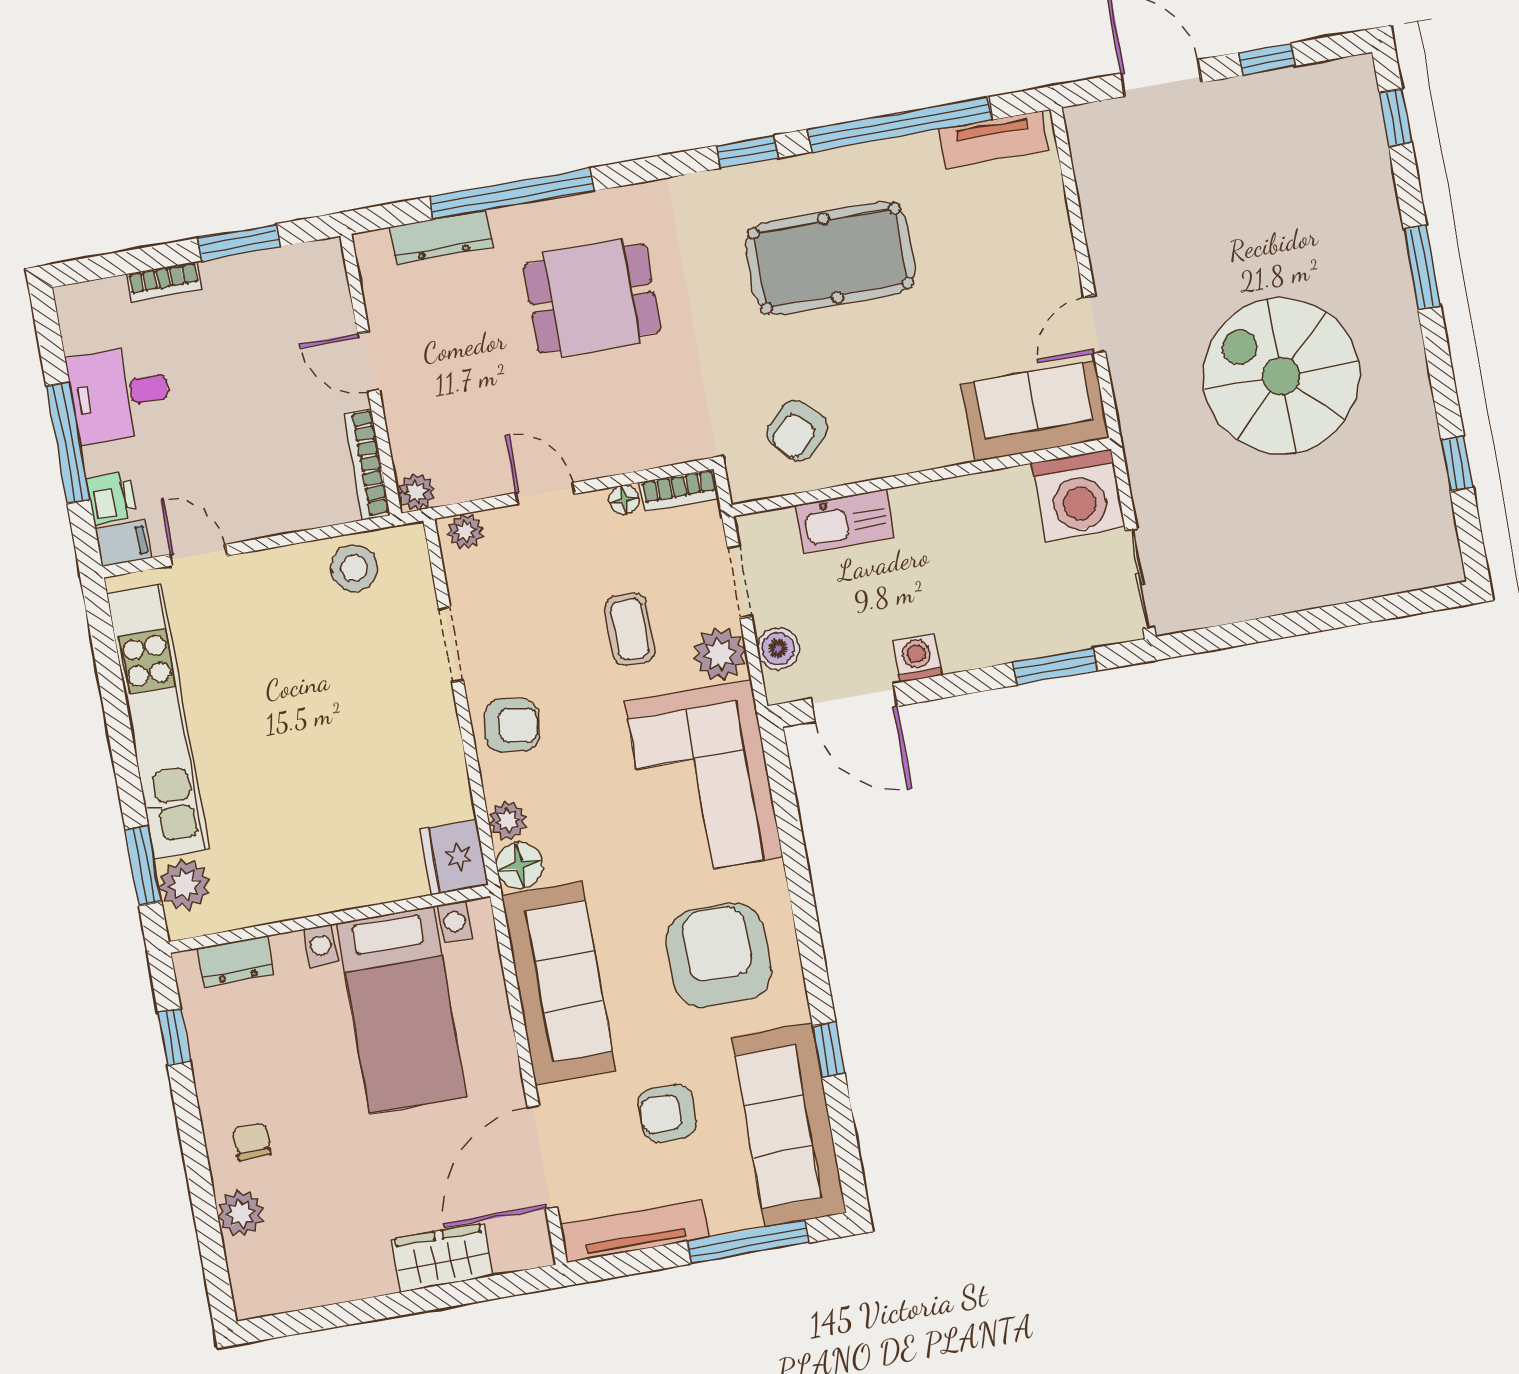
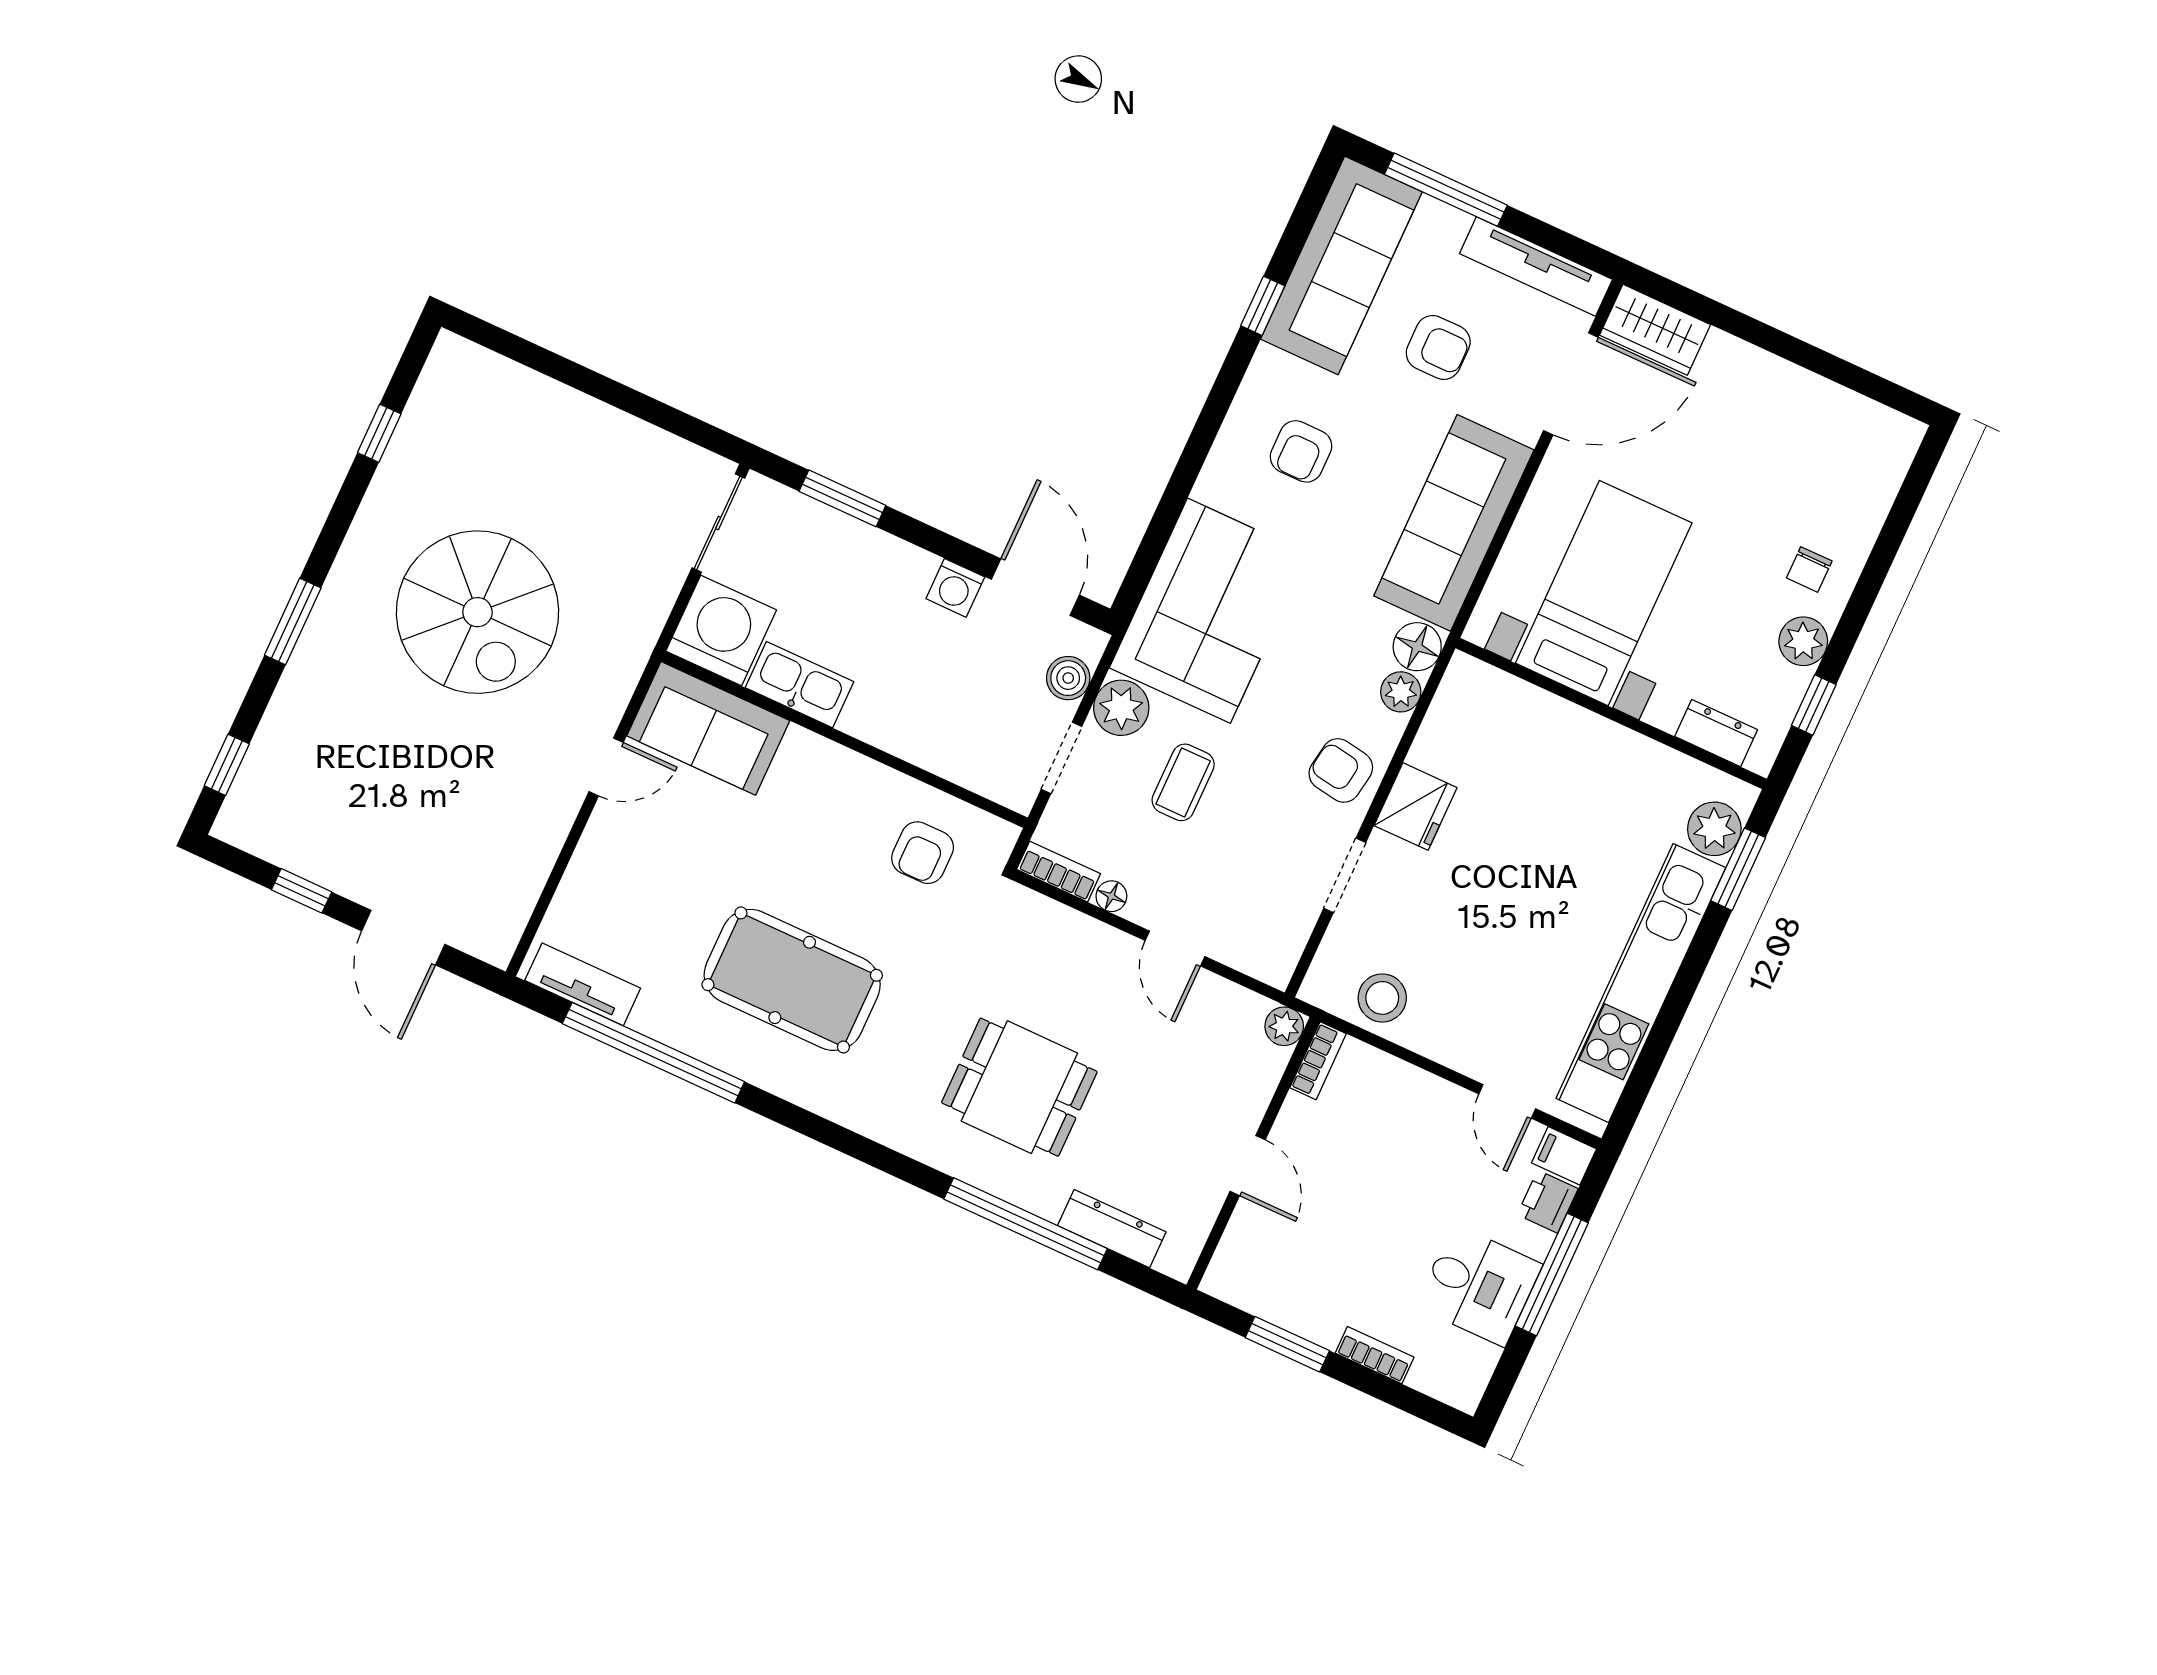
window: (747, 152) -> (800, 1120), removed
armchair: (797, 430) -> (923, 853), turned 135
bookcase: (367, 464) -> (1318, 1061), width x0.64
kitchen sink: (845, 521) -> (800, 685), moved
plant: (465, 531) -> (1265, 963), removed
fridge: (454, 857) -> (1415, 807), moved
armchair: (719, 956) -> (1301, 451), width x0.53, depth x0.53
plant: (241, 1213) -> (1803, 641), moved
wardrobe: (442, 1258) -> (1655, 330), moved

